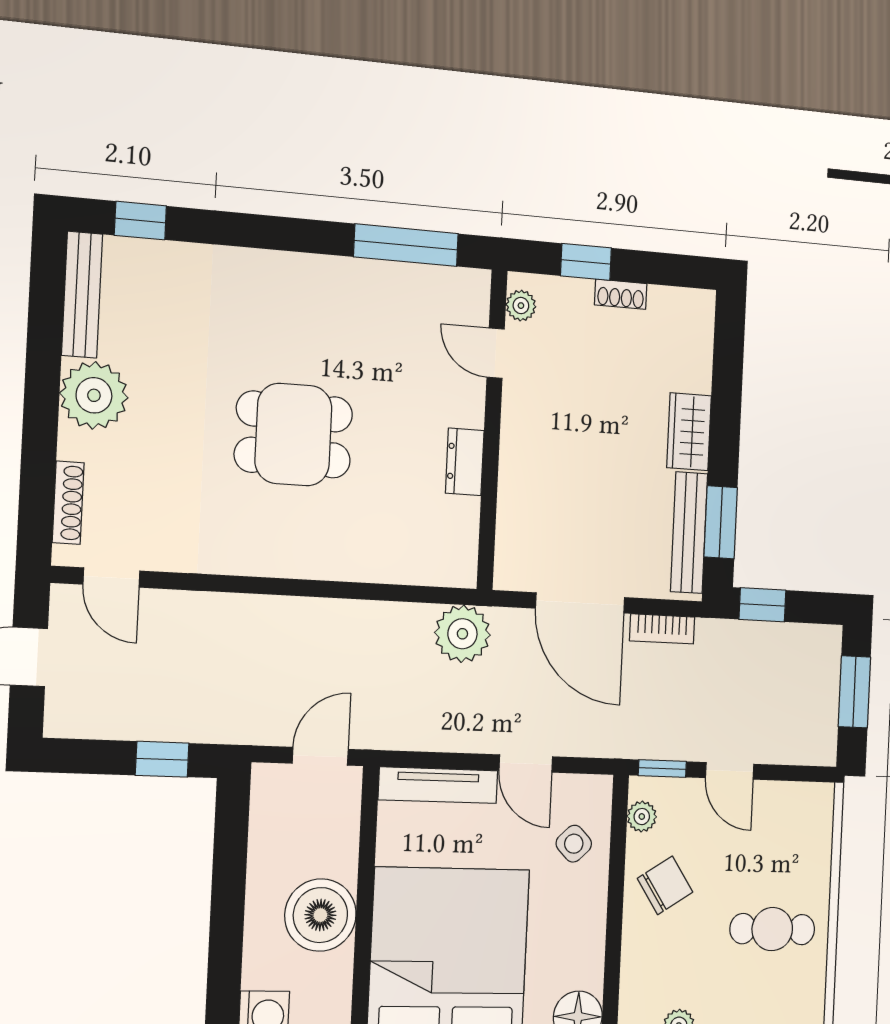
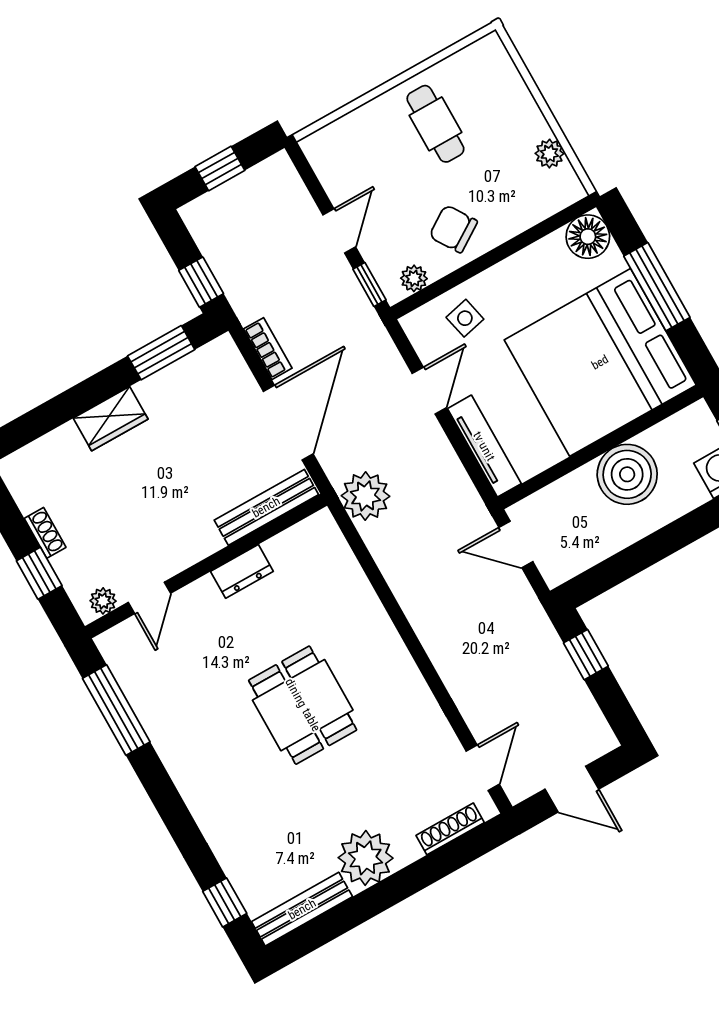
bench: (689, 533) -> (266, 507), moved
window: (854, 692) -> (220, 169), width x0.67
side table: (574, 844) -> (465, 318), turned 31

